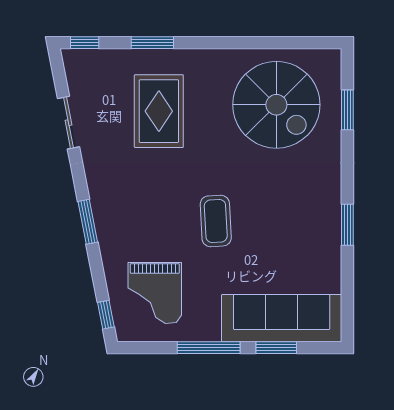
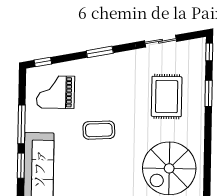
rug: (159, 111) -> (167, 97), turned 90

